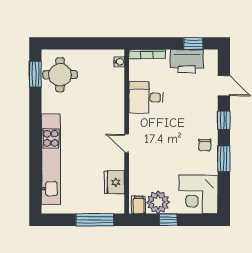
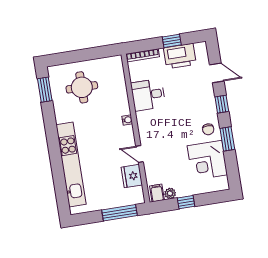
window: (193, 43) -> (172, 41), moved
water cooler: (119, 62) -> (127, 120), moved
round table: (60, 75) -> (82, 87), moved
door: (127, 143) -> (140, 154), moved
corner desk: (198, 194) -> (207, 160), moved
plant: (158, 202) -> (170, 193), width x0.53, depth x0.53

